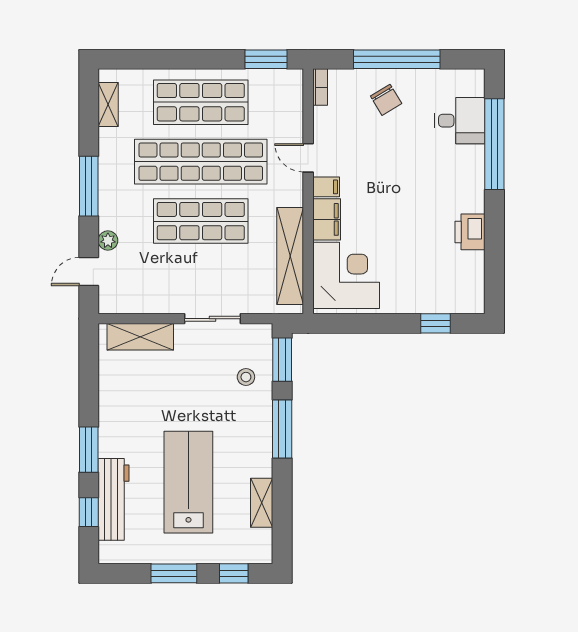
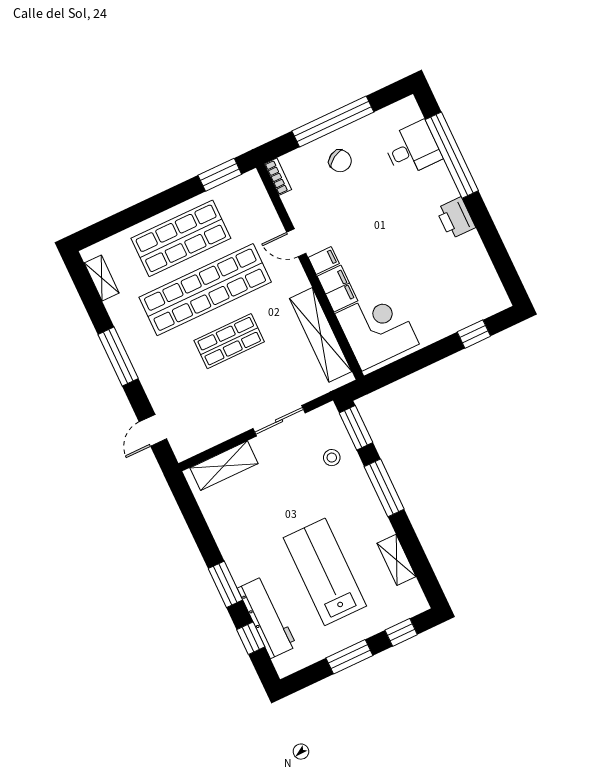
shop shelf: (201, 221) -> (229, 341), width x0.70, depth x0.74
printer: (470, 232) -> (456, 218), moved
plant: (108, 240) -> (157, 396), removed

